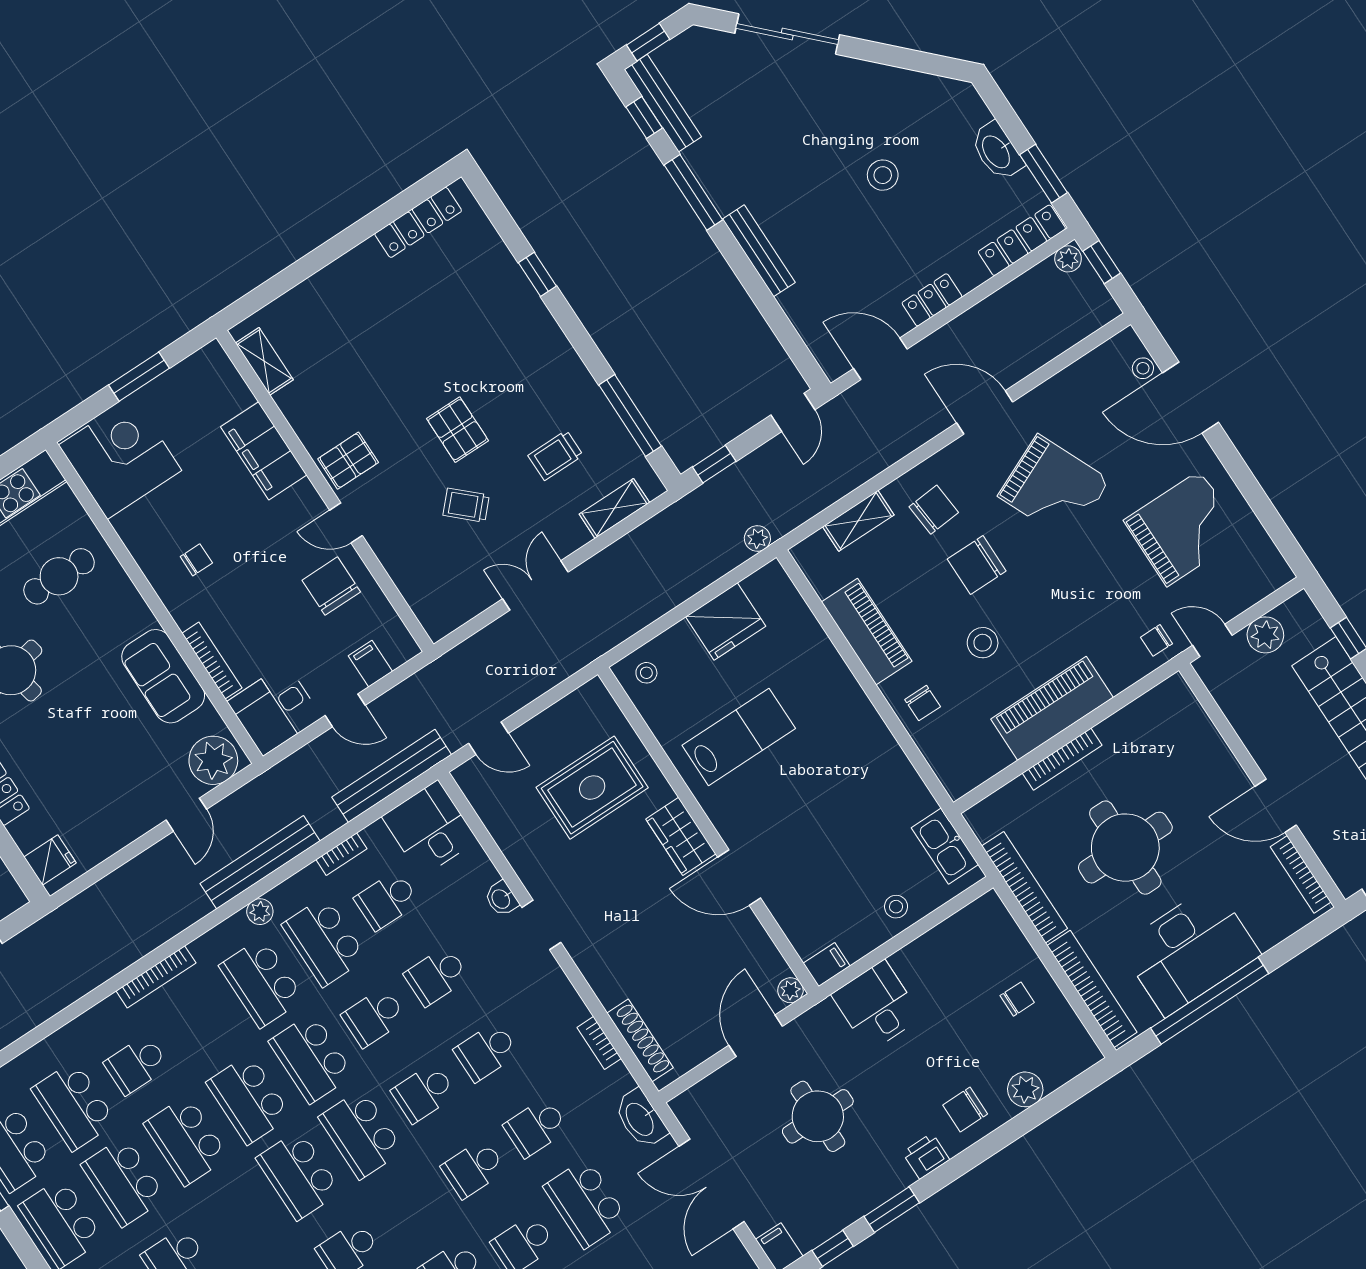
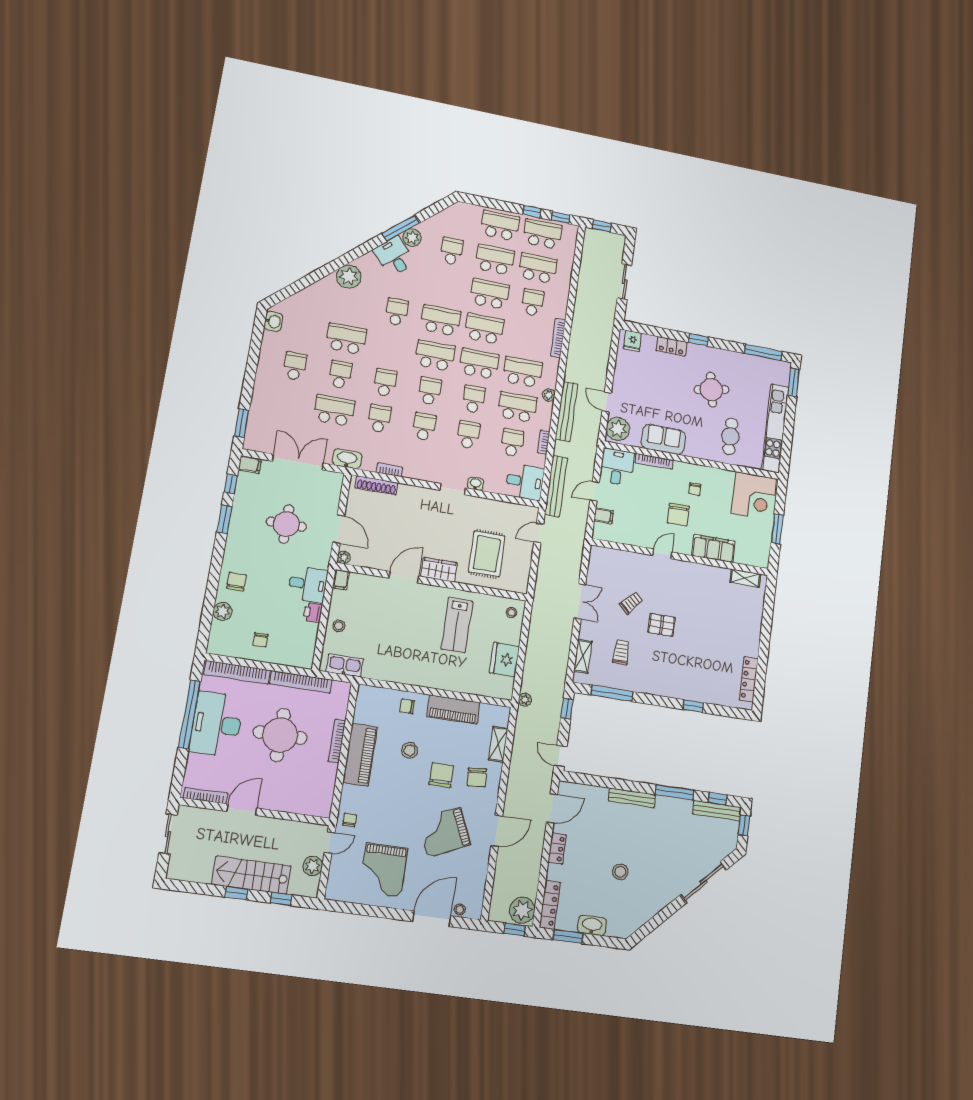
plant: (1068, 259) -> (522, 910), width x1.87, depth x1.87
pallet: (348, 461) -> (684, 575), removed
chair: (331, 586) -> (678, 515), moved, turned 90
printer: (926, 1156) -> (313, 613), moved, turned 180

